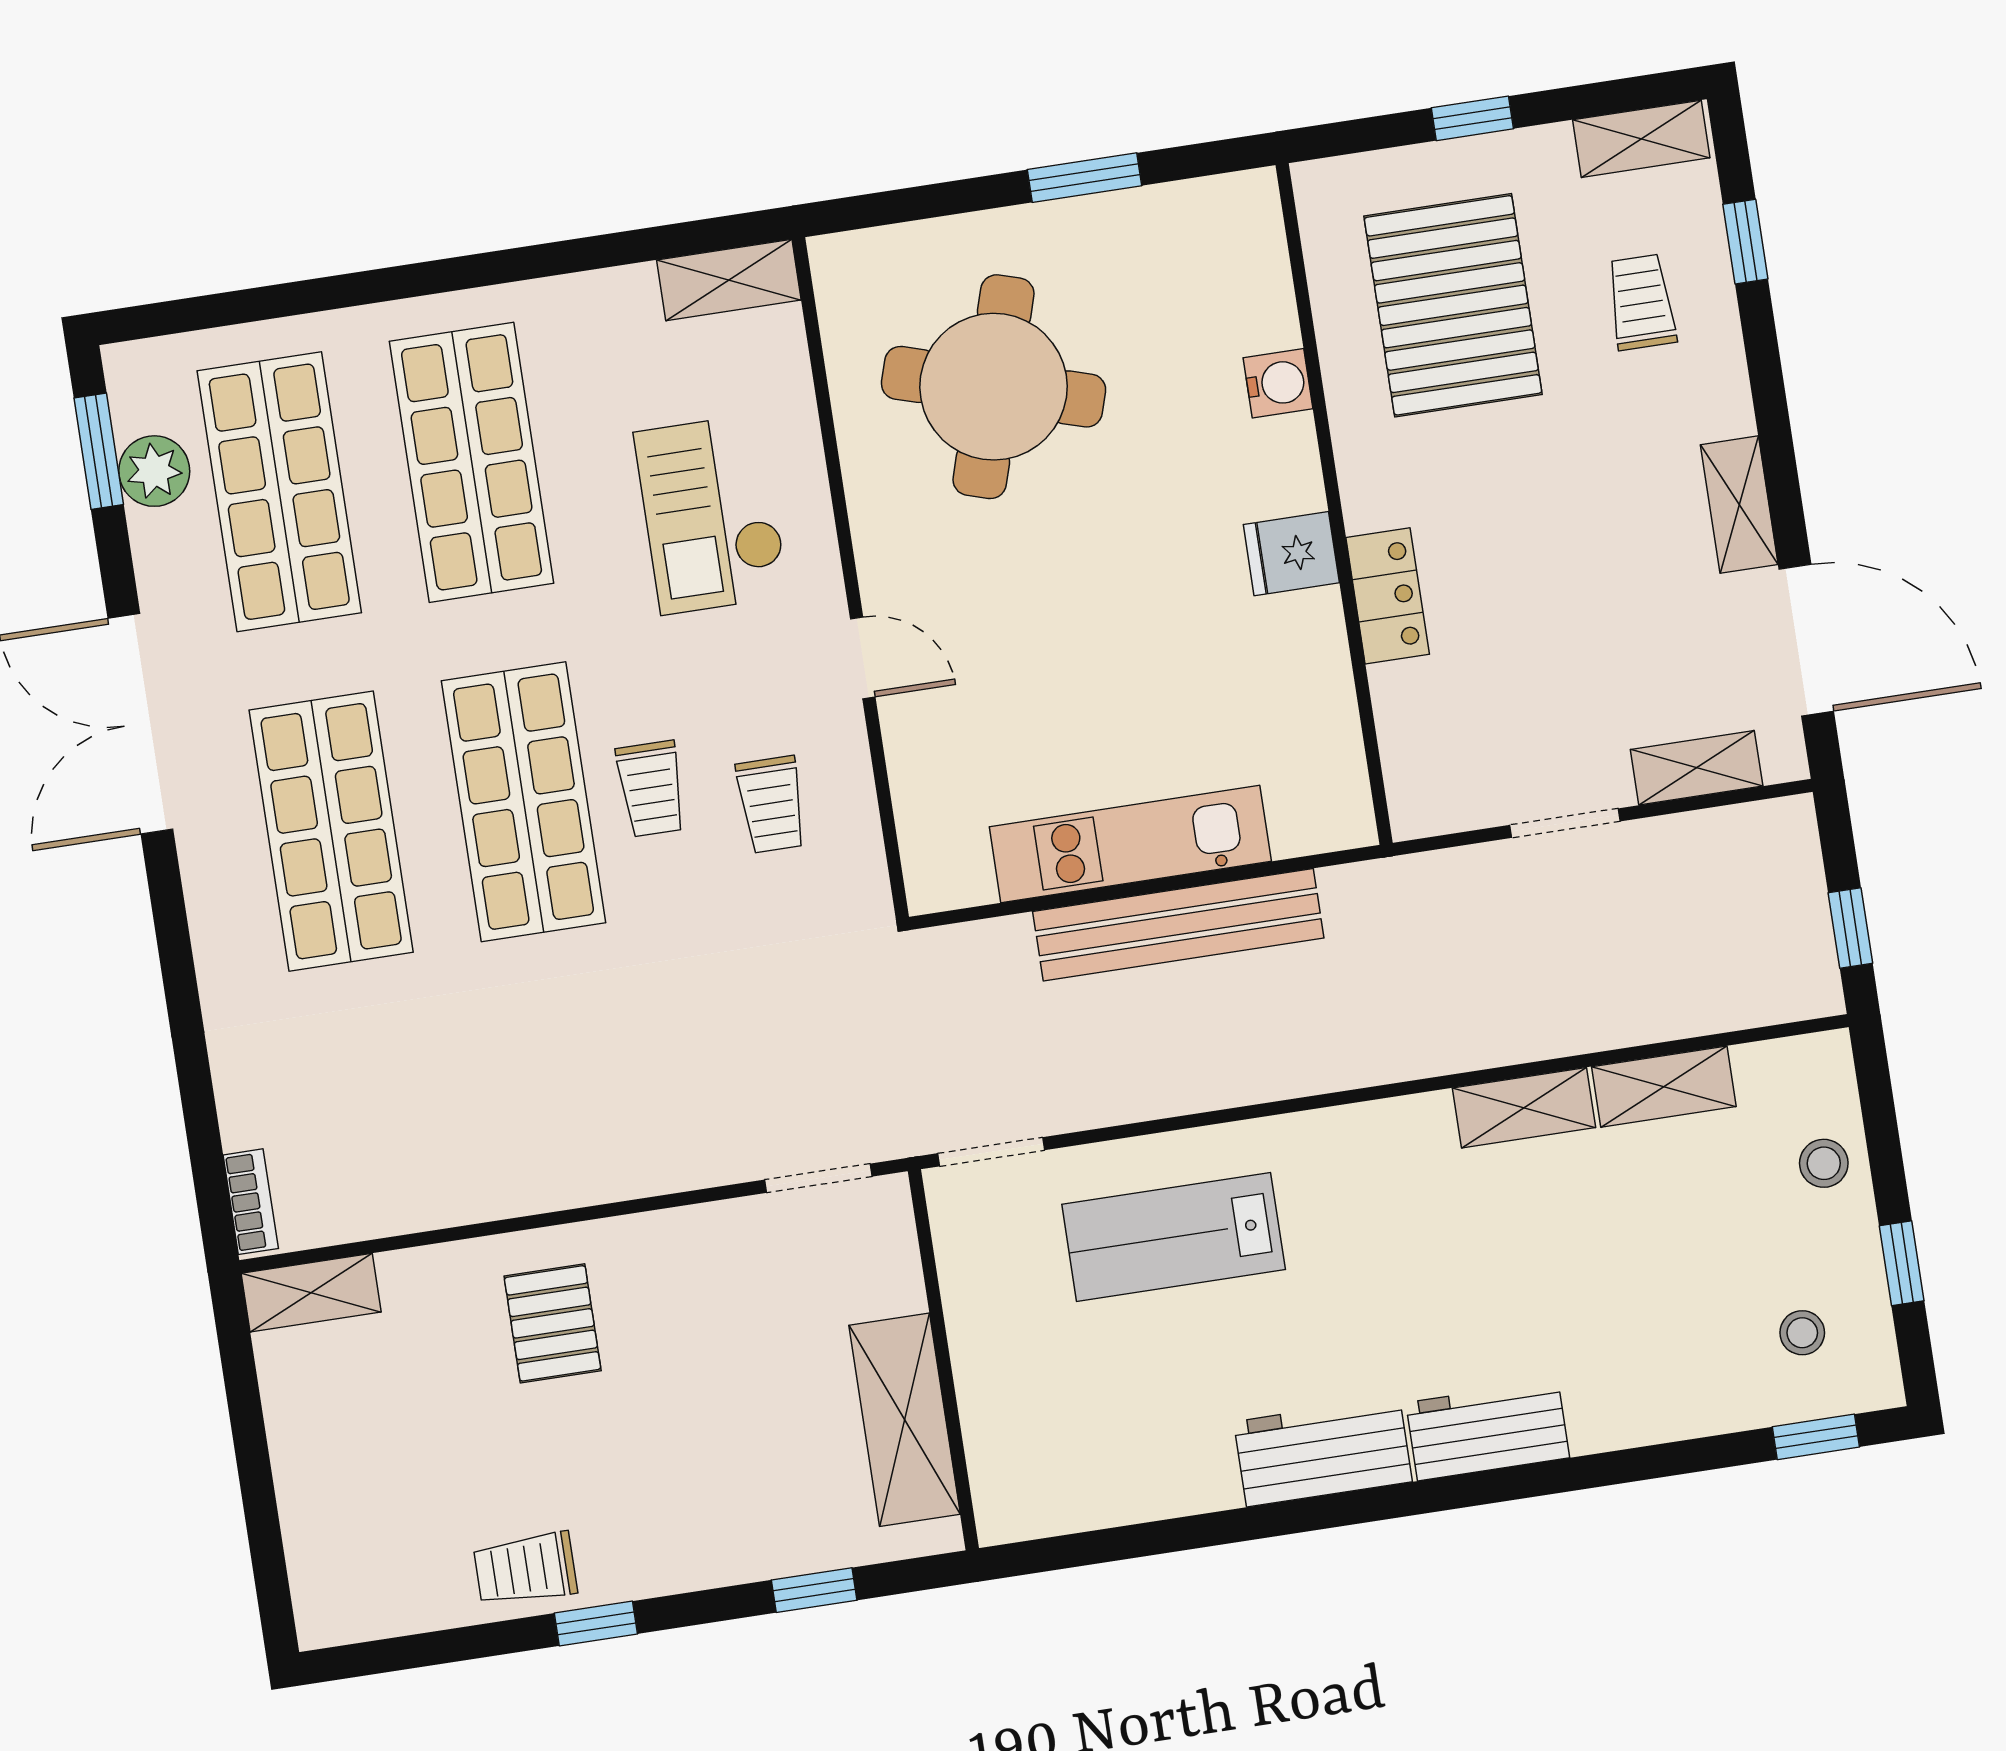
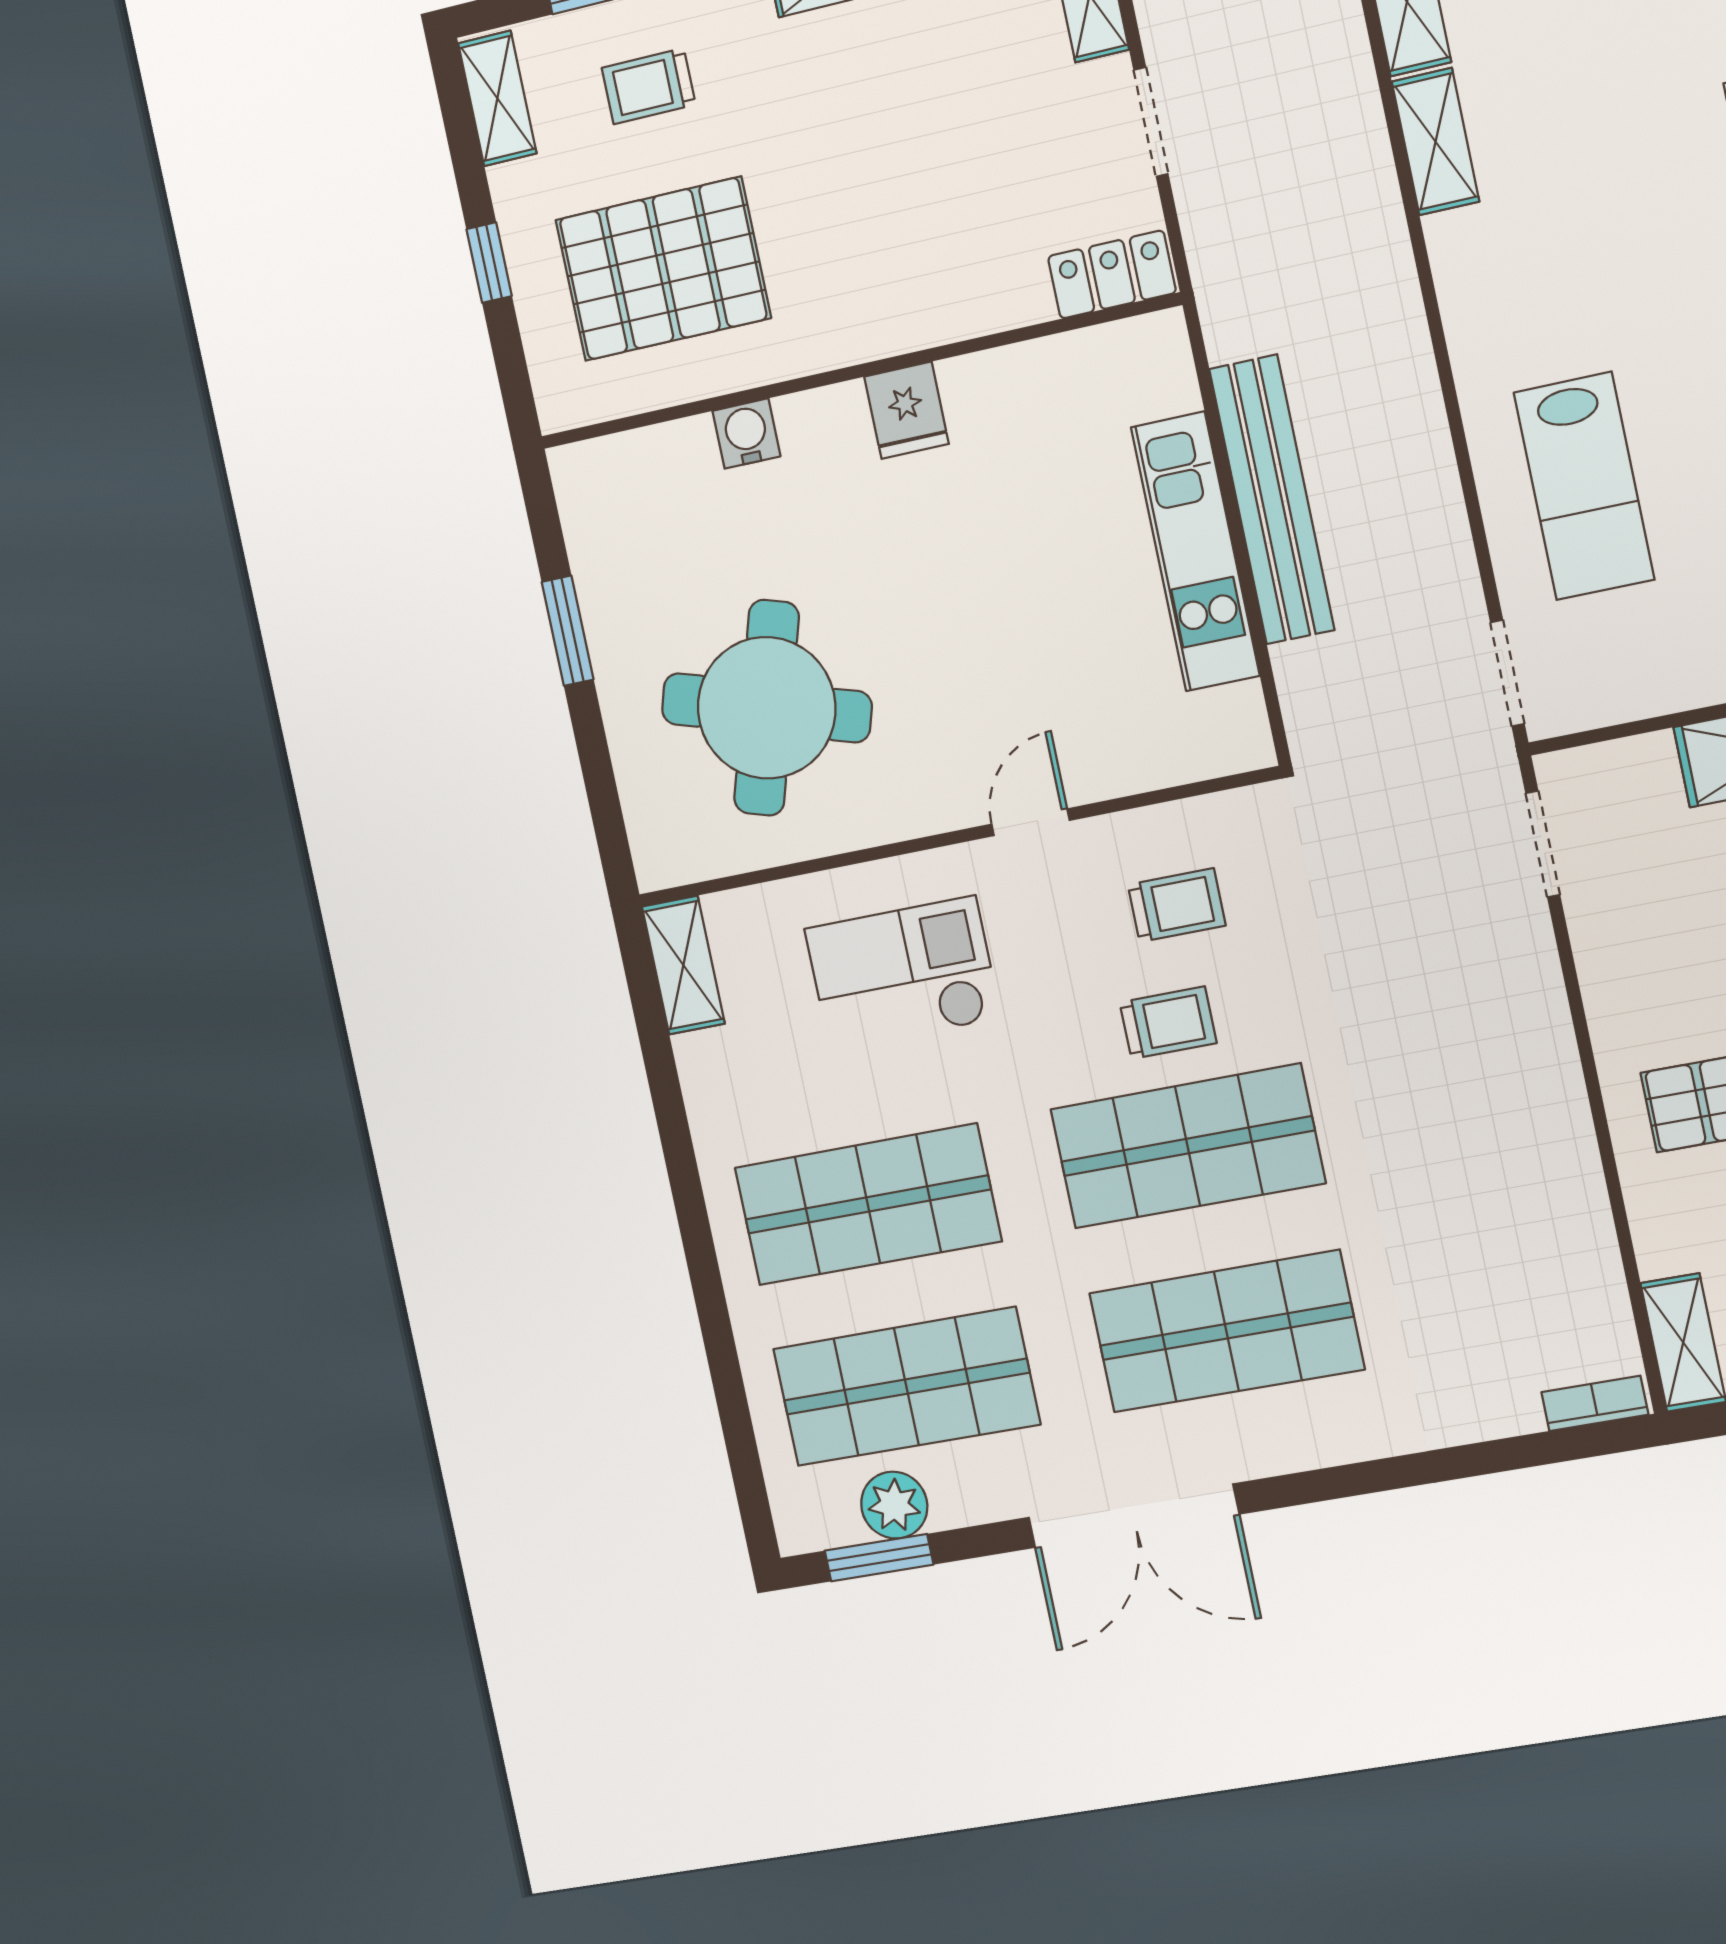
checkout: (711, 514) -> (903, 974), turned 180
locker: (1388, 596) -> (1112, 275), moved

